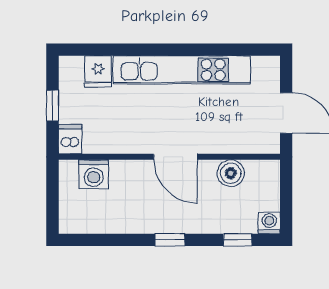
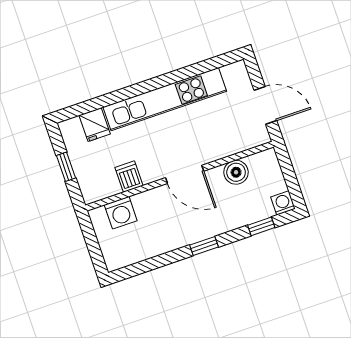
dishwasher: (70, 139) -> (129, 177), moved

